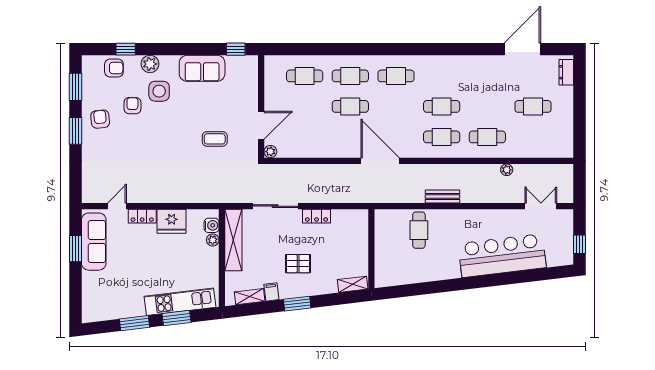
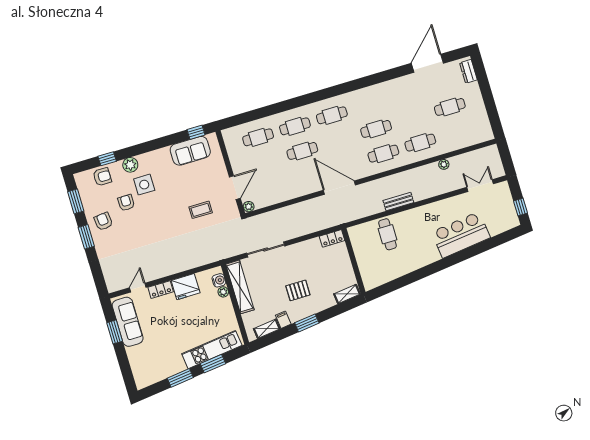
sofa: (202, 68) -> (190, 151), moved
locker: (317, 216) -> (332, 238), moved
bar counter: (502, 256) -> (461, 235), width x0.73

